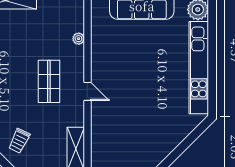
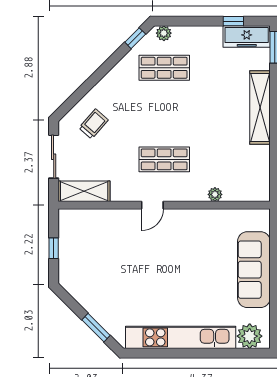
window: (191, 139) -> (96, 328), added
trolley: (19, 141) -> (94, 124), turned 105

